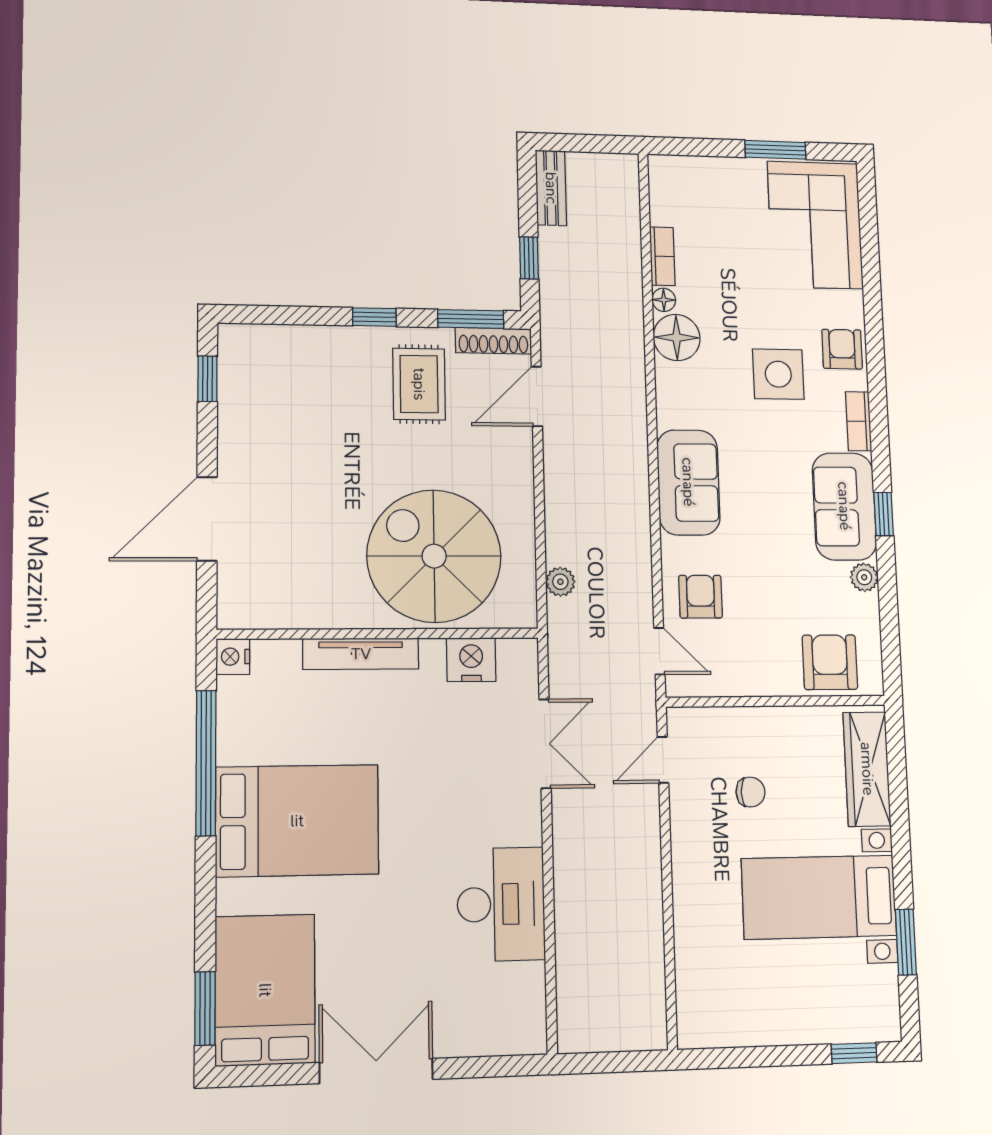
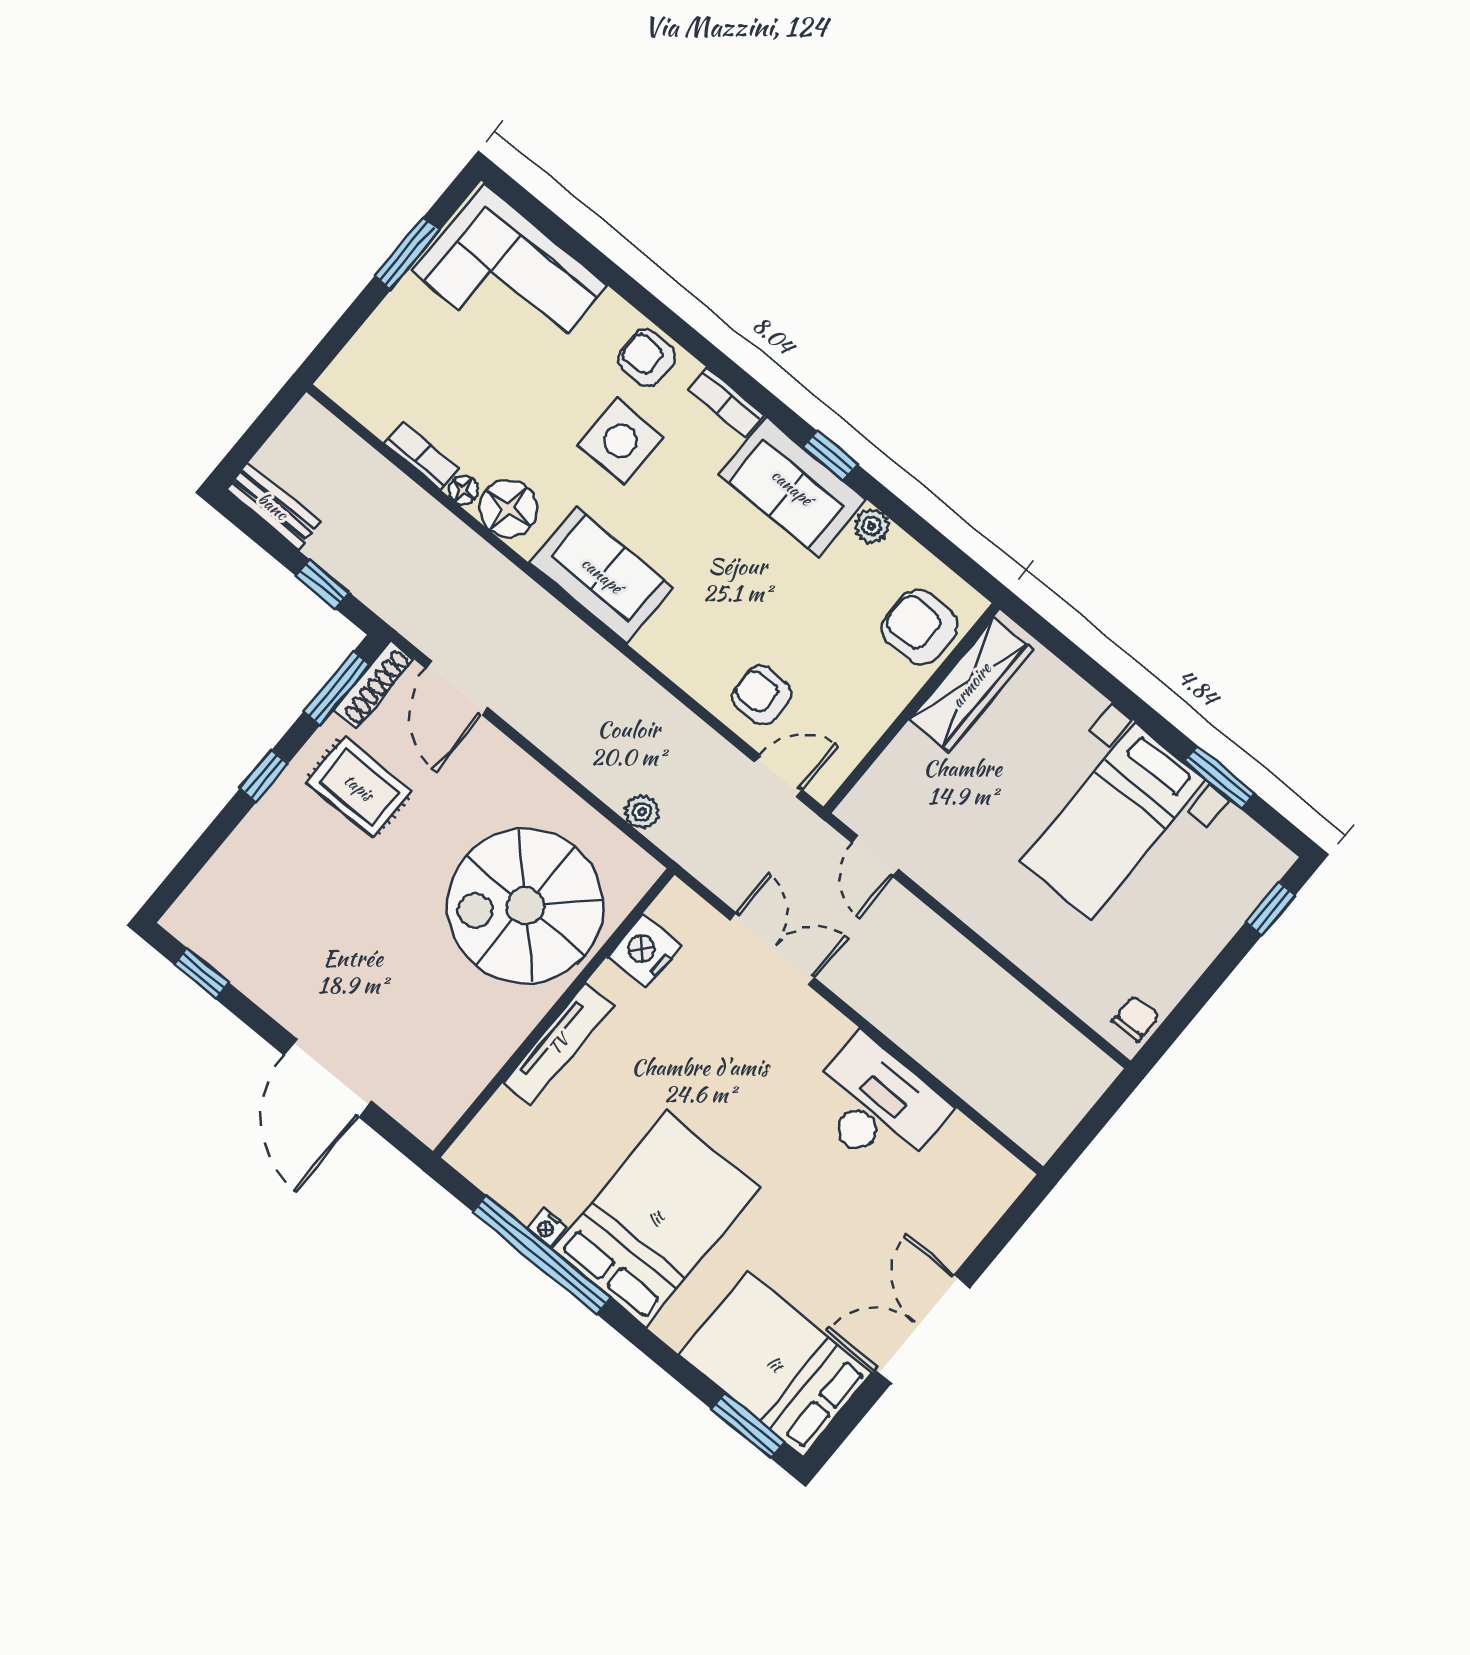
sofa: (688, 482) -> (602, 575), moved
nightstand: (233, 657) -> (547, 1227), moved, width x0.72, depth x0.74
wardrobe: (867, 769) -> (971, 685), moved, turned -90
chair: (750, 792) -> (1136, 1019), moved

